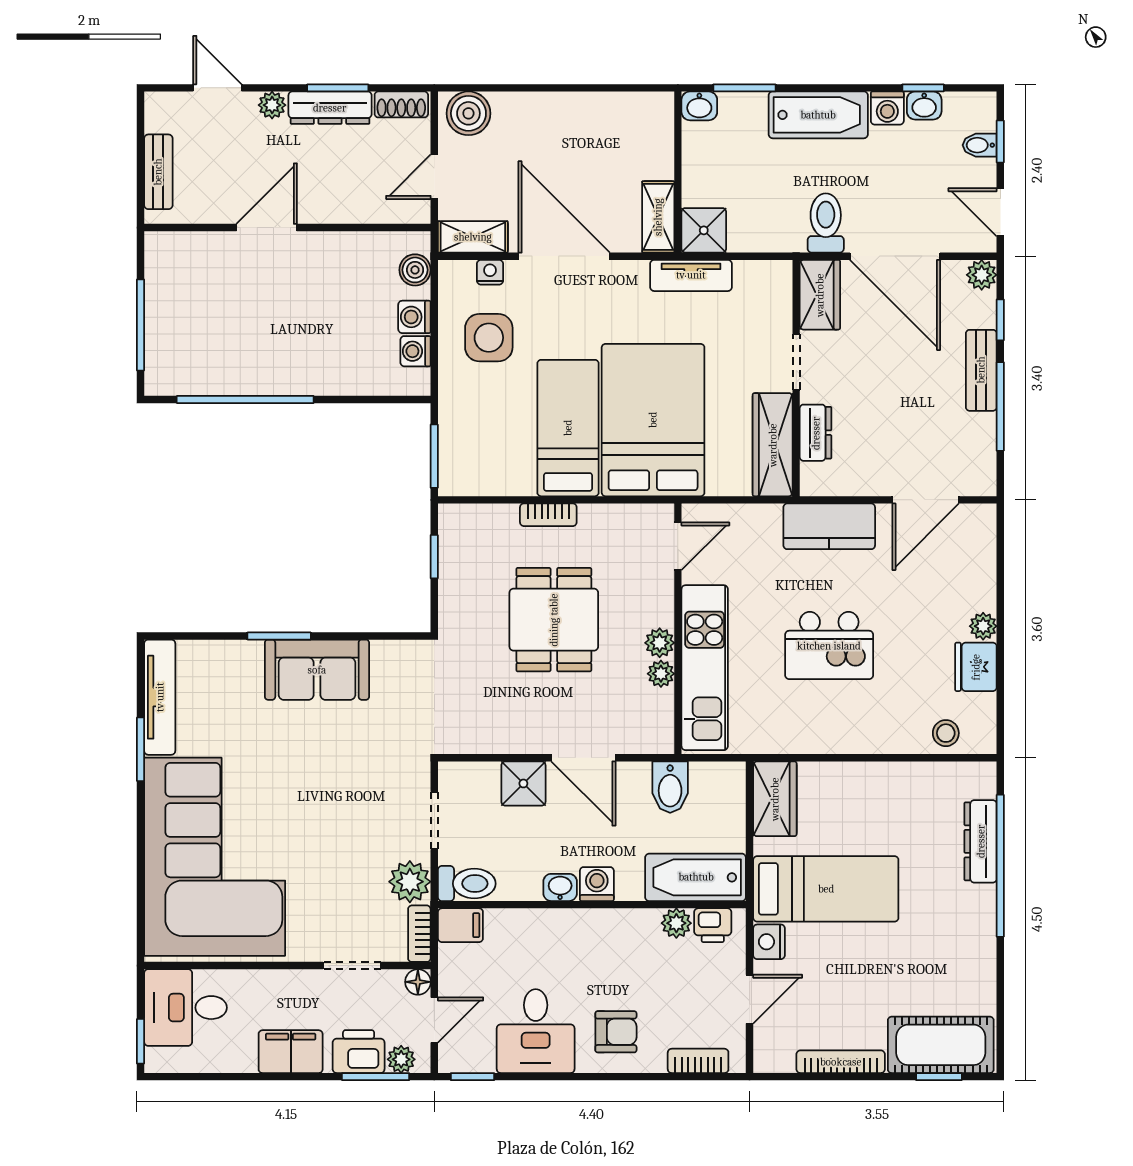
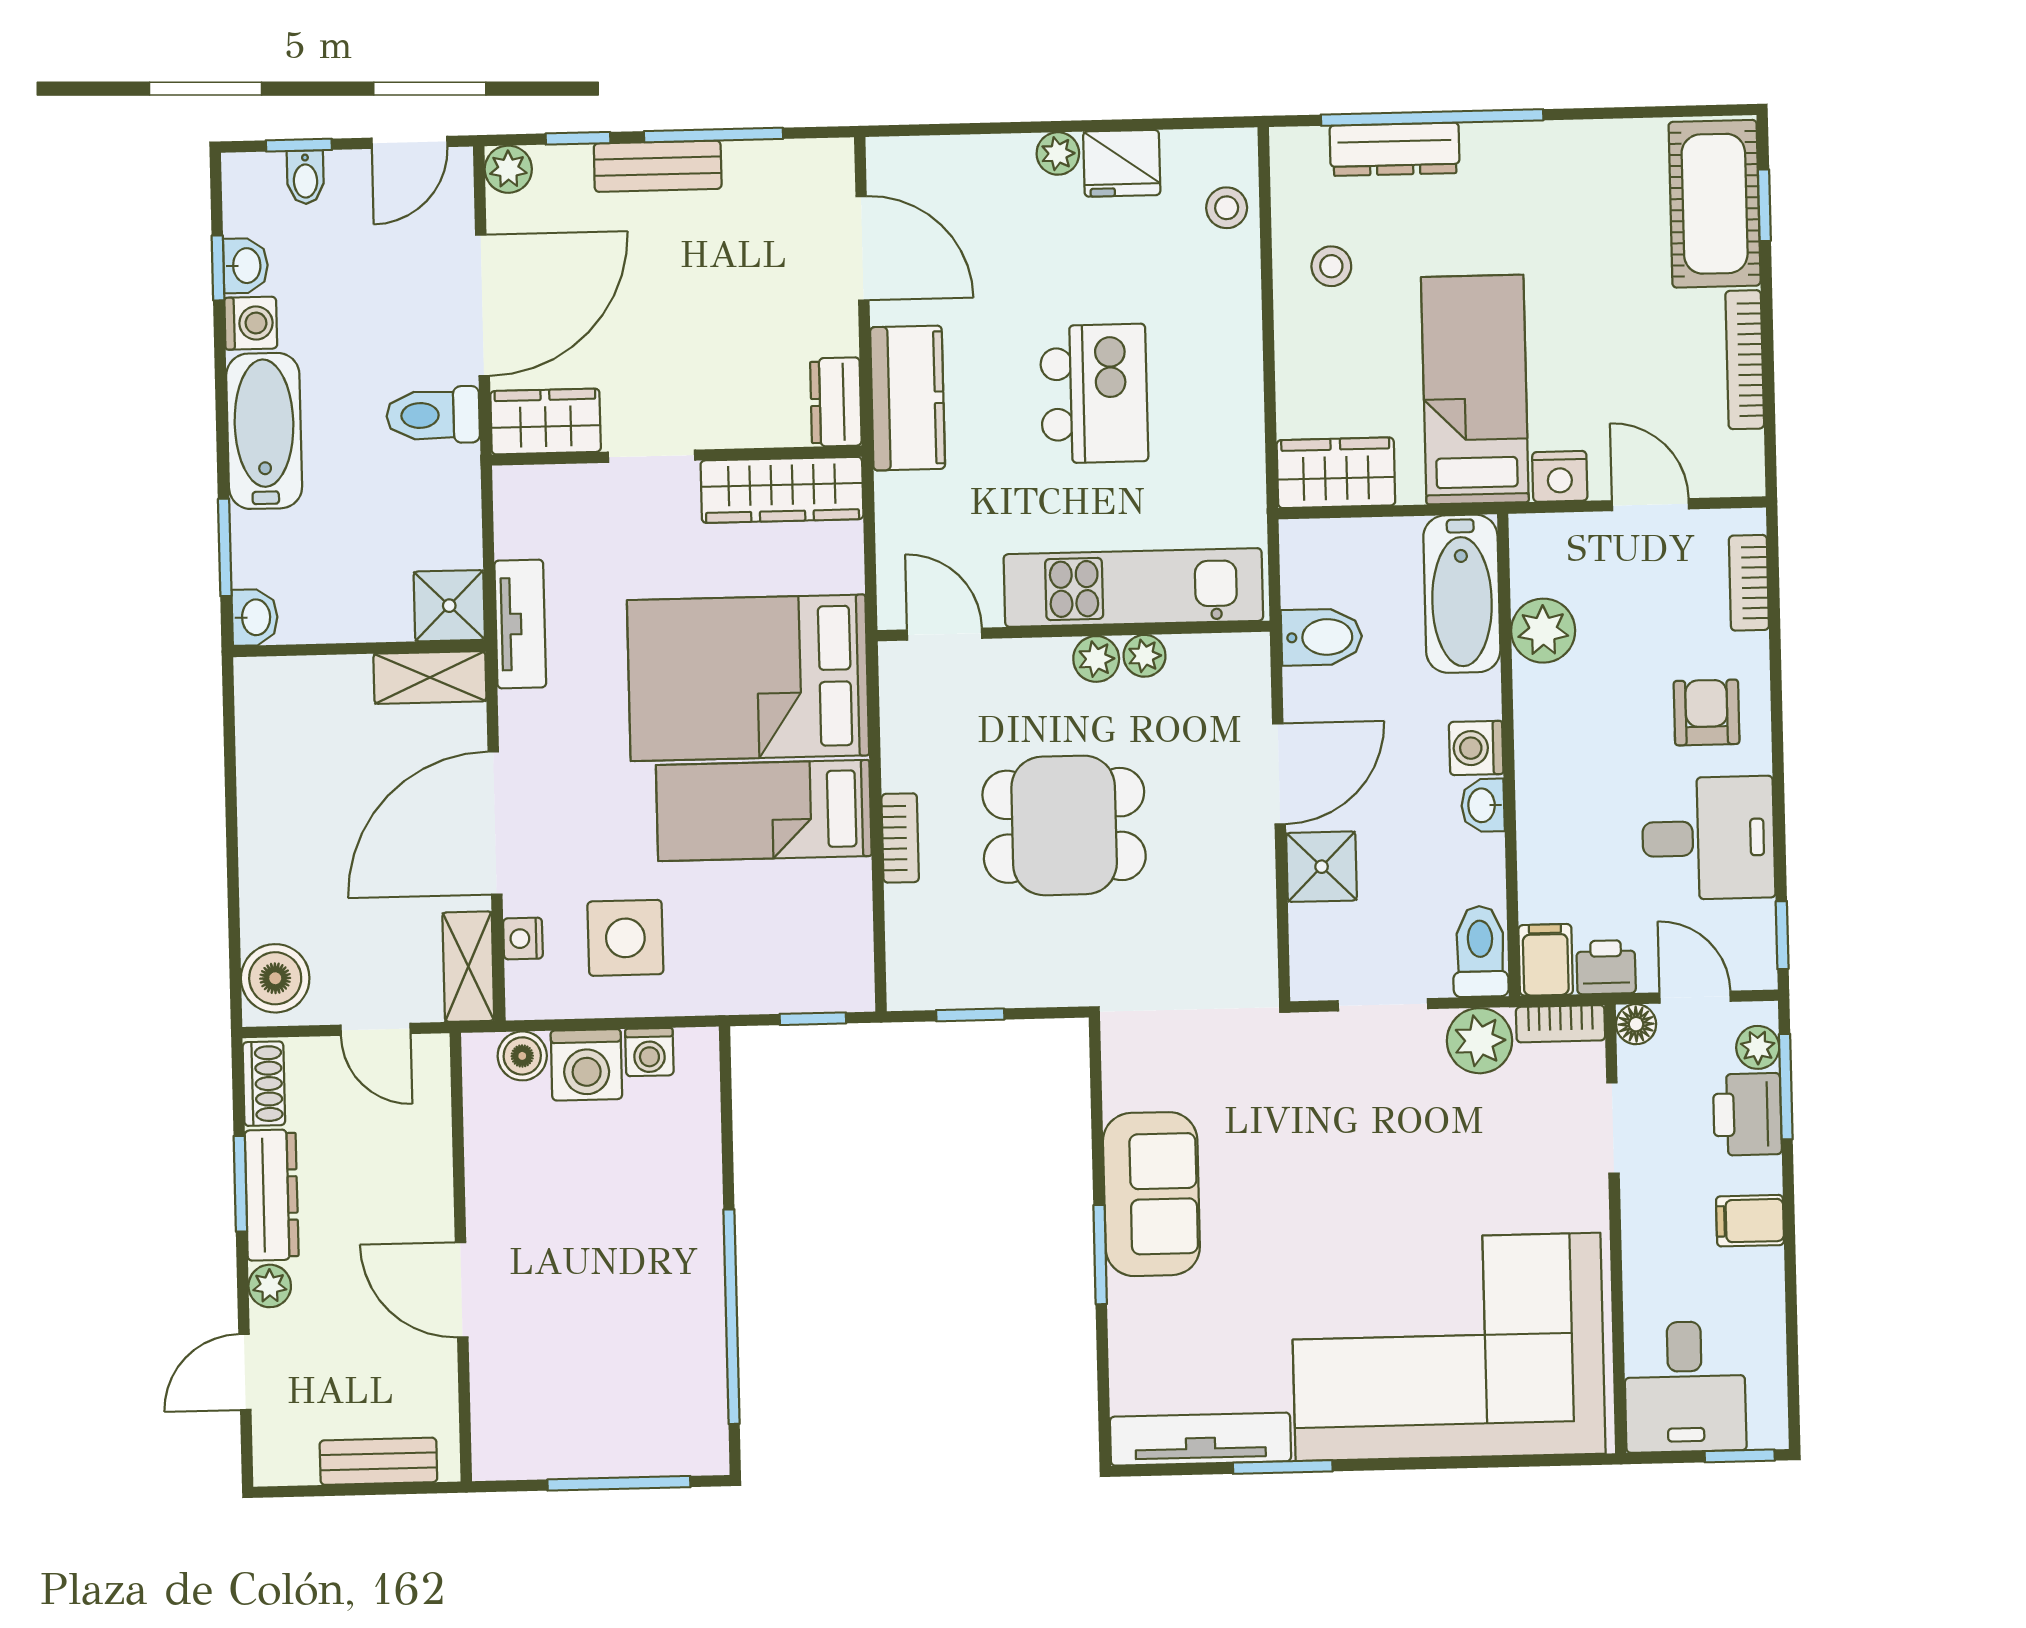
washing machine: (414, 317) -> (586, 1065), width x1.38, depth x1.38
dresser: (816, 433) -> (836, 402), moved, turned -90
window: (434, 456) -> (813, 1019), width x0.67
stool: (907, 799) -> (1331, 266), added
plant: (676, 923) -> (1543, 631), width x1.38, depth x1.38
printer: (713, 925) -> (1606, 967), moved, turned -90
filing cabinet: (291, 1052) -> (1750, 1221), width x0.50

